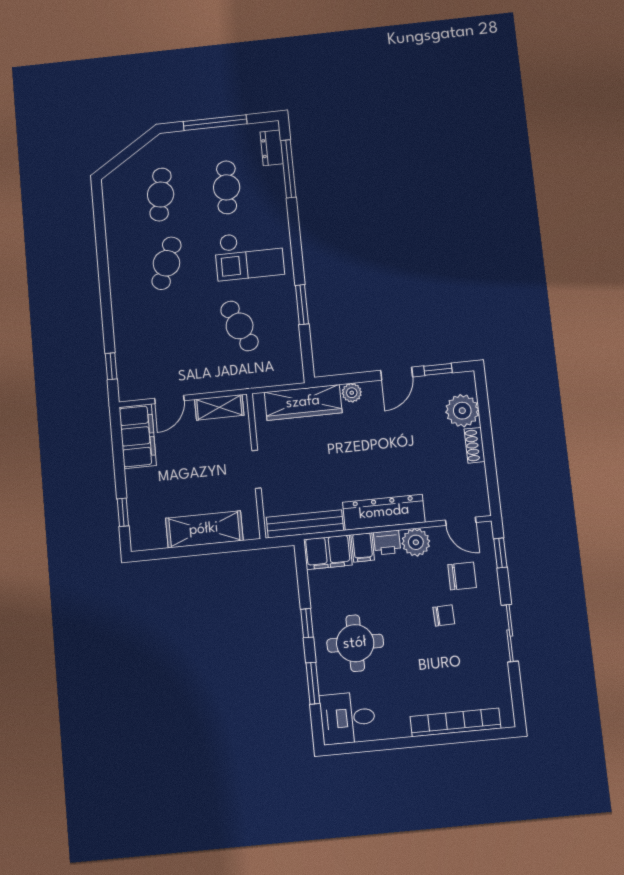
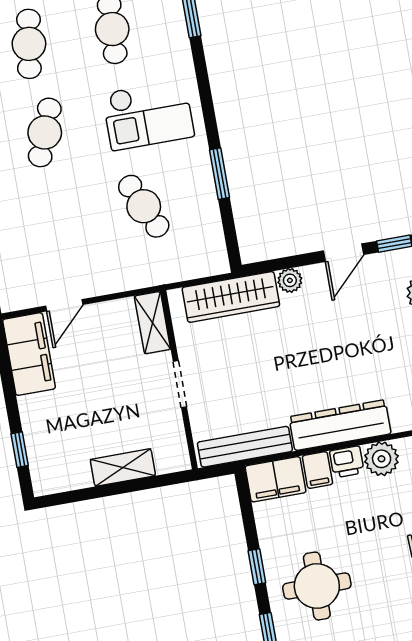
shelving: (219, 407) -> (152, 323), moved, turned 90
shelving: (204, 529) -> (123, 468), width x0.67, depth x0.75

